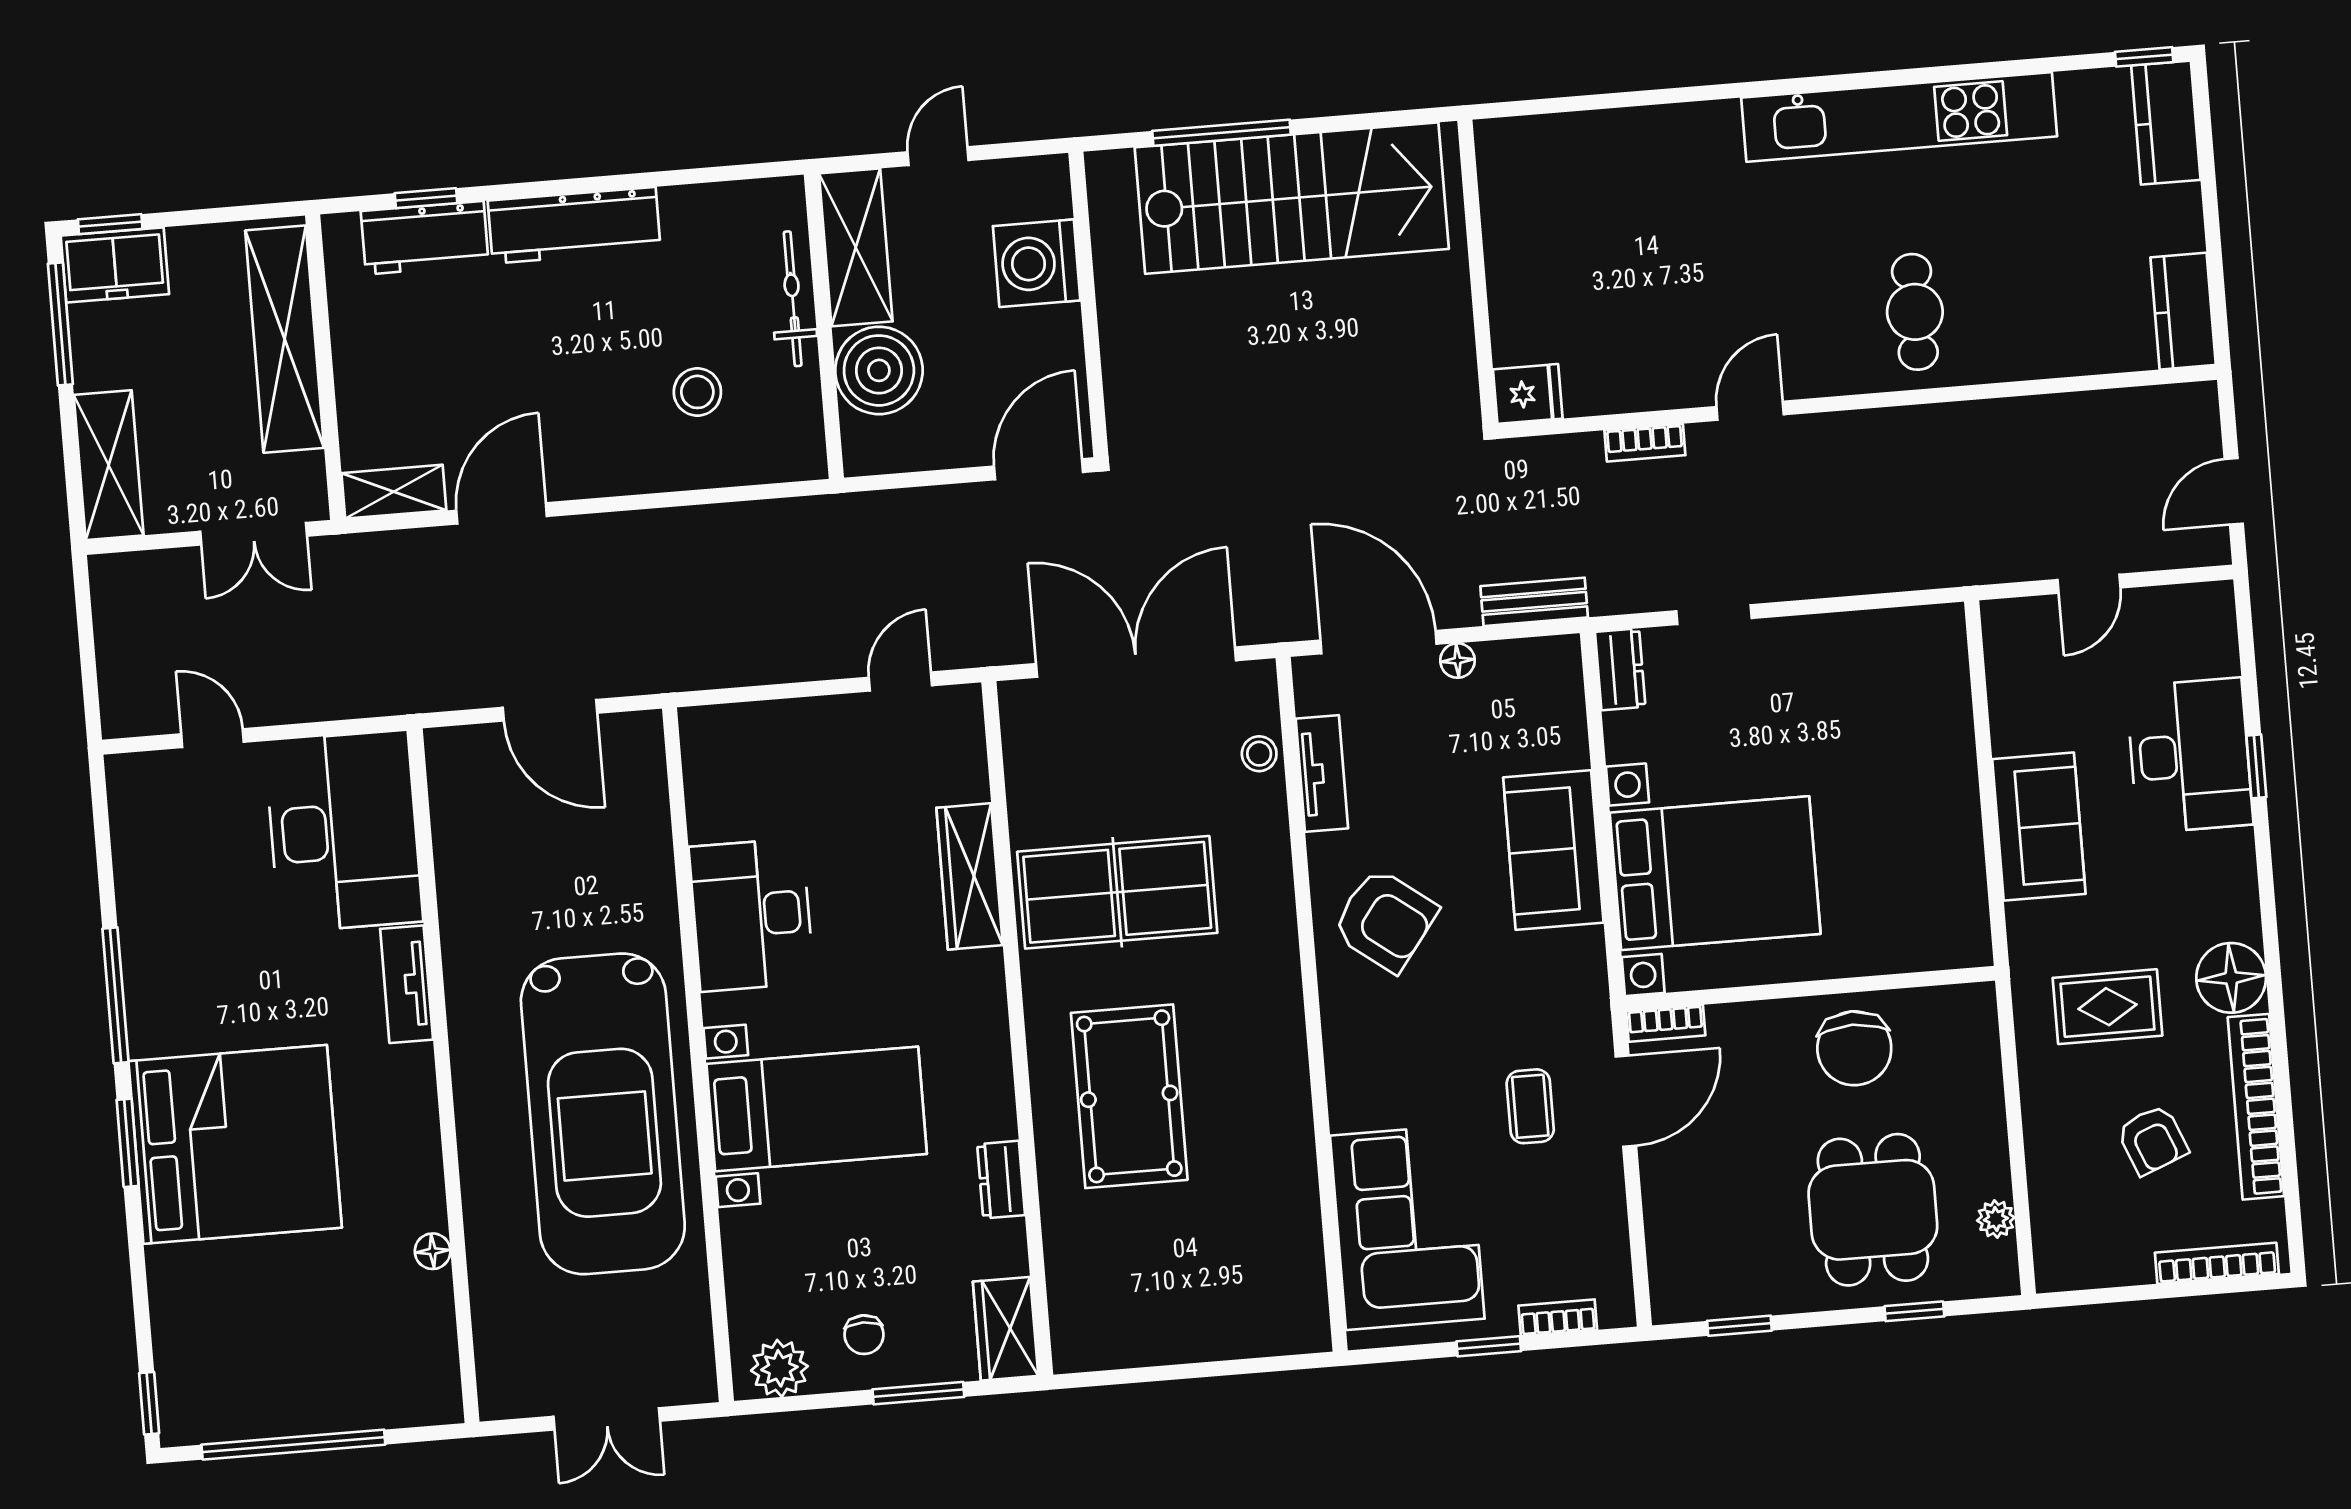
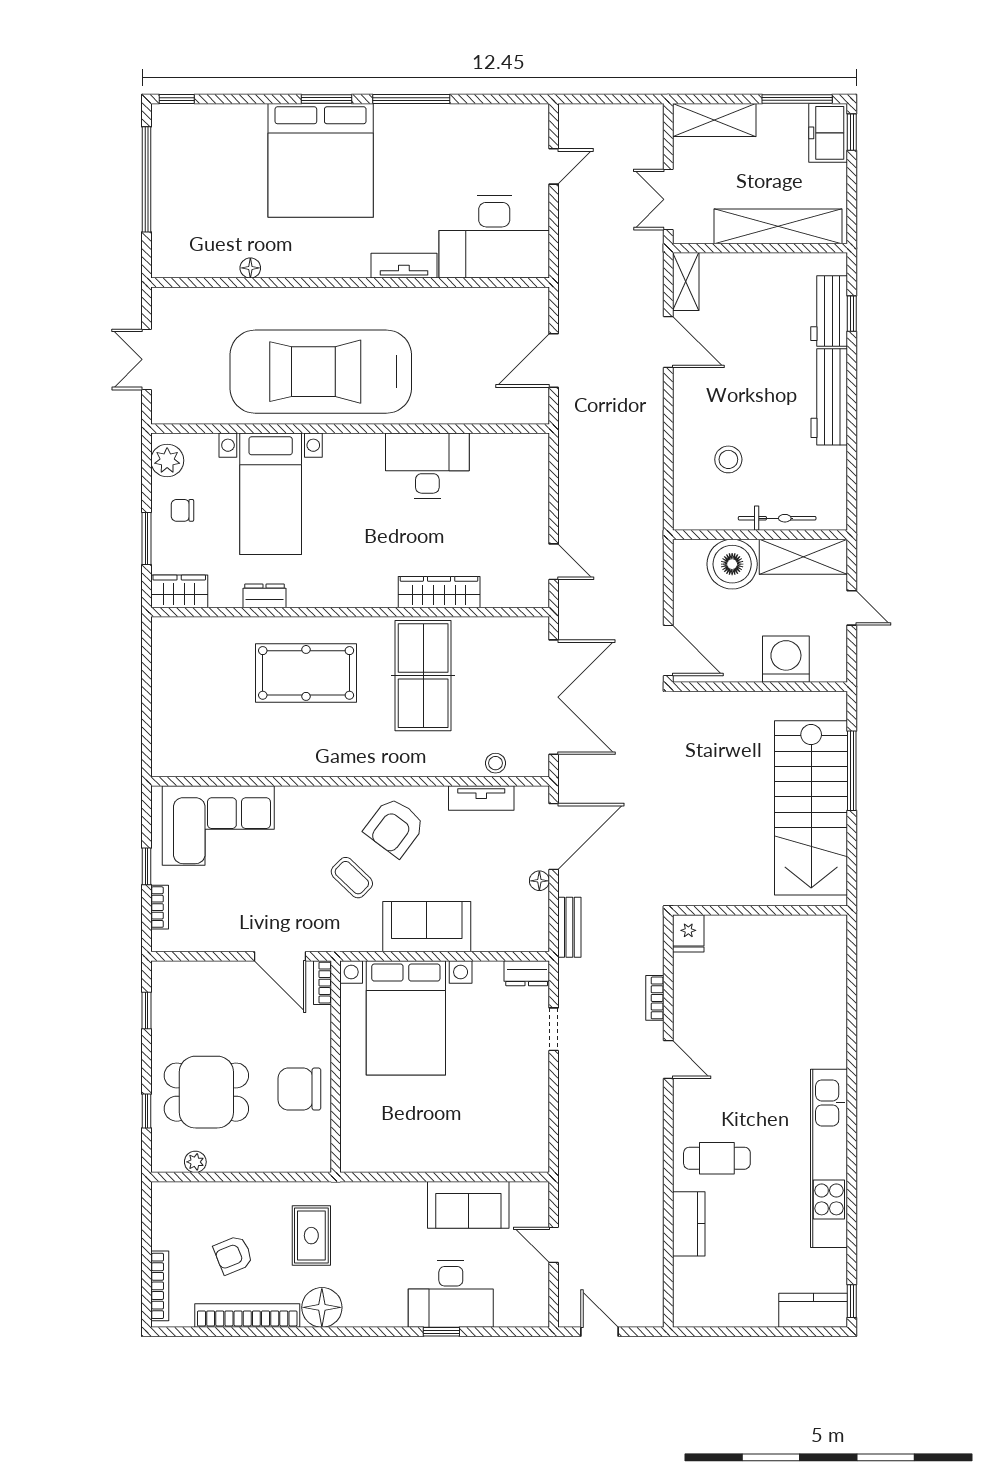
kitchen counter: (2183, 311) -> (689, 1224), moved, turned 90
sofa: (2039, 827) -> (468, 1205), moved
coffee table: (1530, 1106) -> (352, 878), moved, turned 44
bed with nightstands: (817, 1109) -> (271, 494), moved

